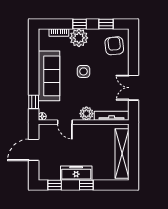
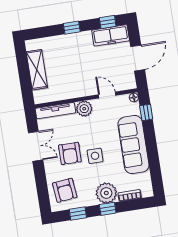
armchair: (105, 77) -> (70, 153), added
shelving: (122, 153) -> (37, 70), width x0.68
freezer: (76, 173) -> (111, 35), moved

